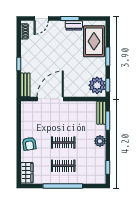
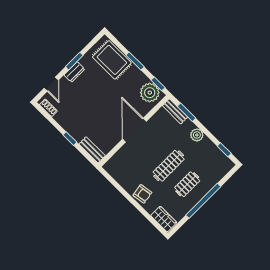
dresser: (74, 25) -> (74, 72), moved
door: (50, 99) -> (134, 130), moved
clothes rail: (63, 143) -> (169, 166), width x1.36

